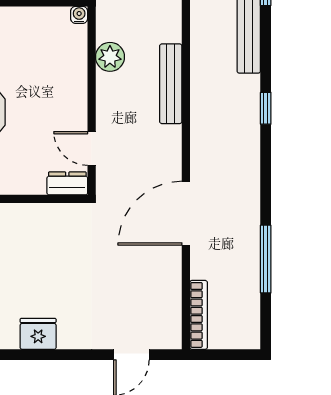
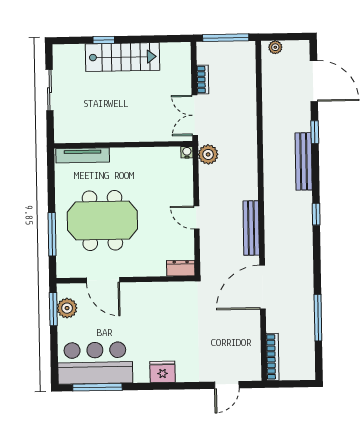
plant: (110, 57) -> (208, 154), moved
bench: (171, 84) -> (251, 228), moved
door: (92, 148) -> (197, 217), moved

